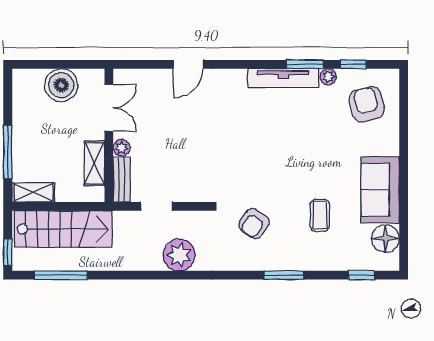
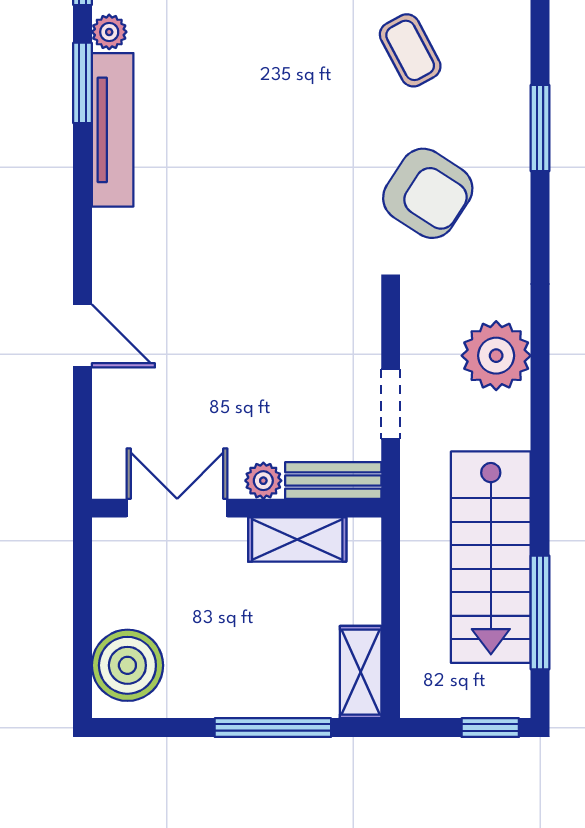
boiler: (61, 85) -> (127, 665), moved
coffee table: (320, 215) -> (410, 50), turned 62
armchair: (254, 223) -> (428, 193), width x1.38, depth x1.38
stairs: (63, 229) -> (491, 557), moved, turned 180

